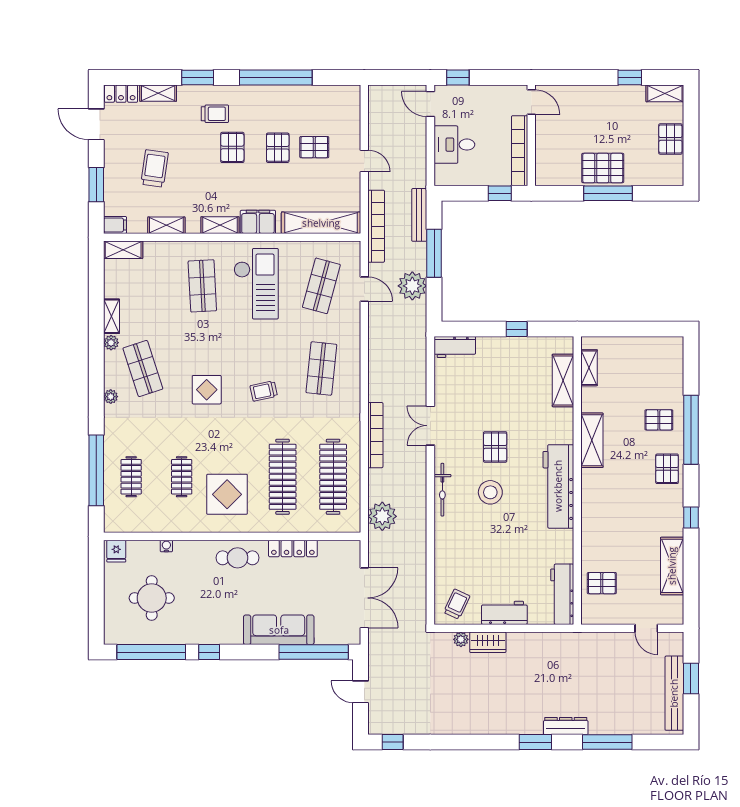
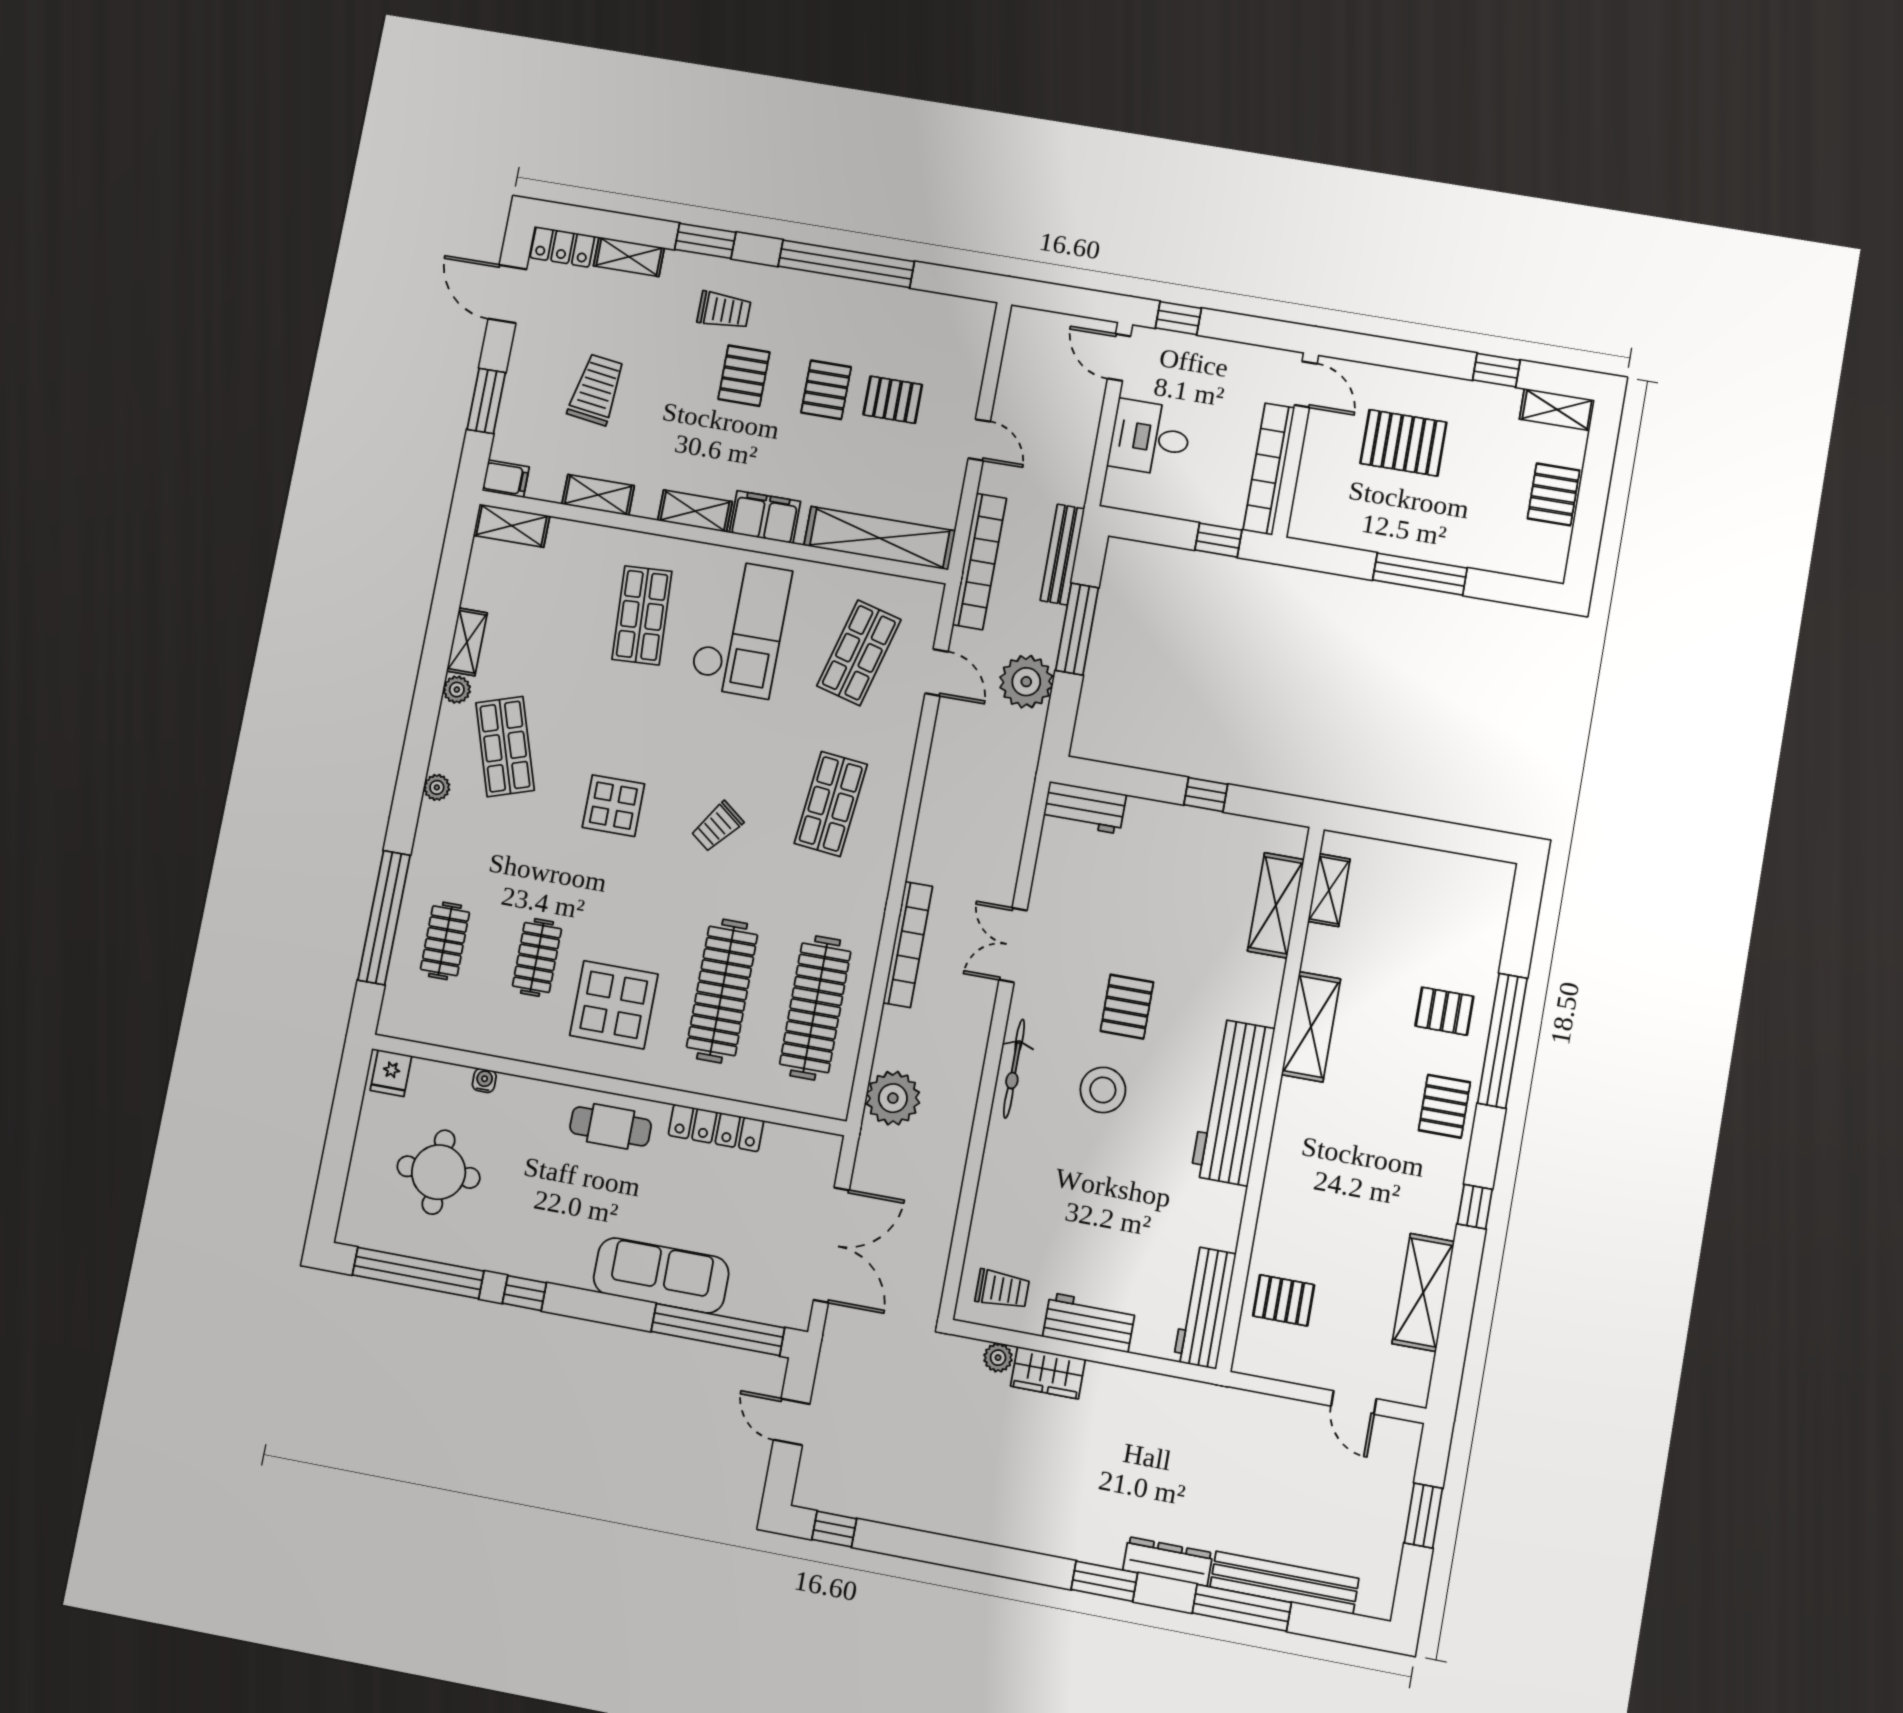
pallet: (603, 168) -> (1403, 443), moved
trolley: (264, 391) -> (717, 827), turned -40
trolley: (457, 604) -> (1002, 1289), turned 65
bench: (674, 693) -> (1284, 1583), moved, turned 90

